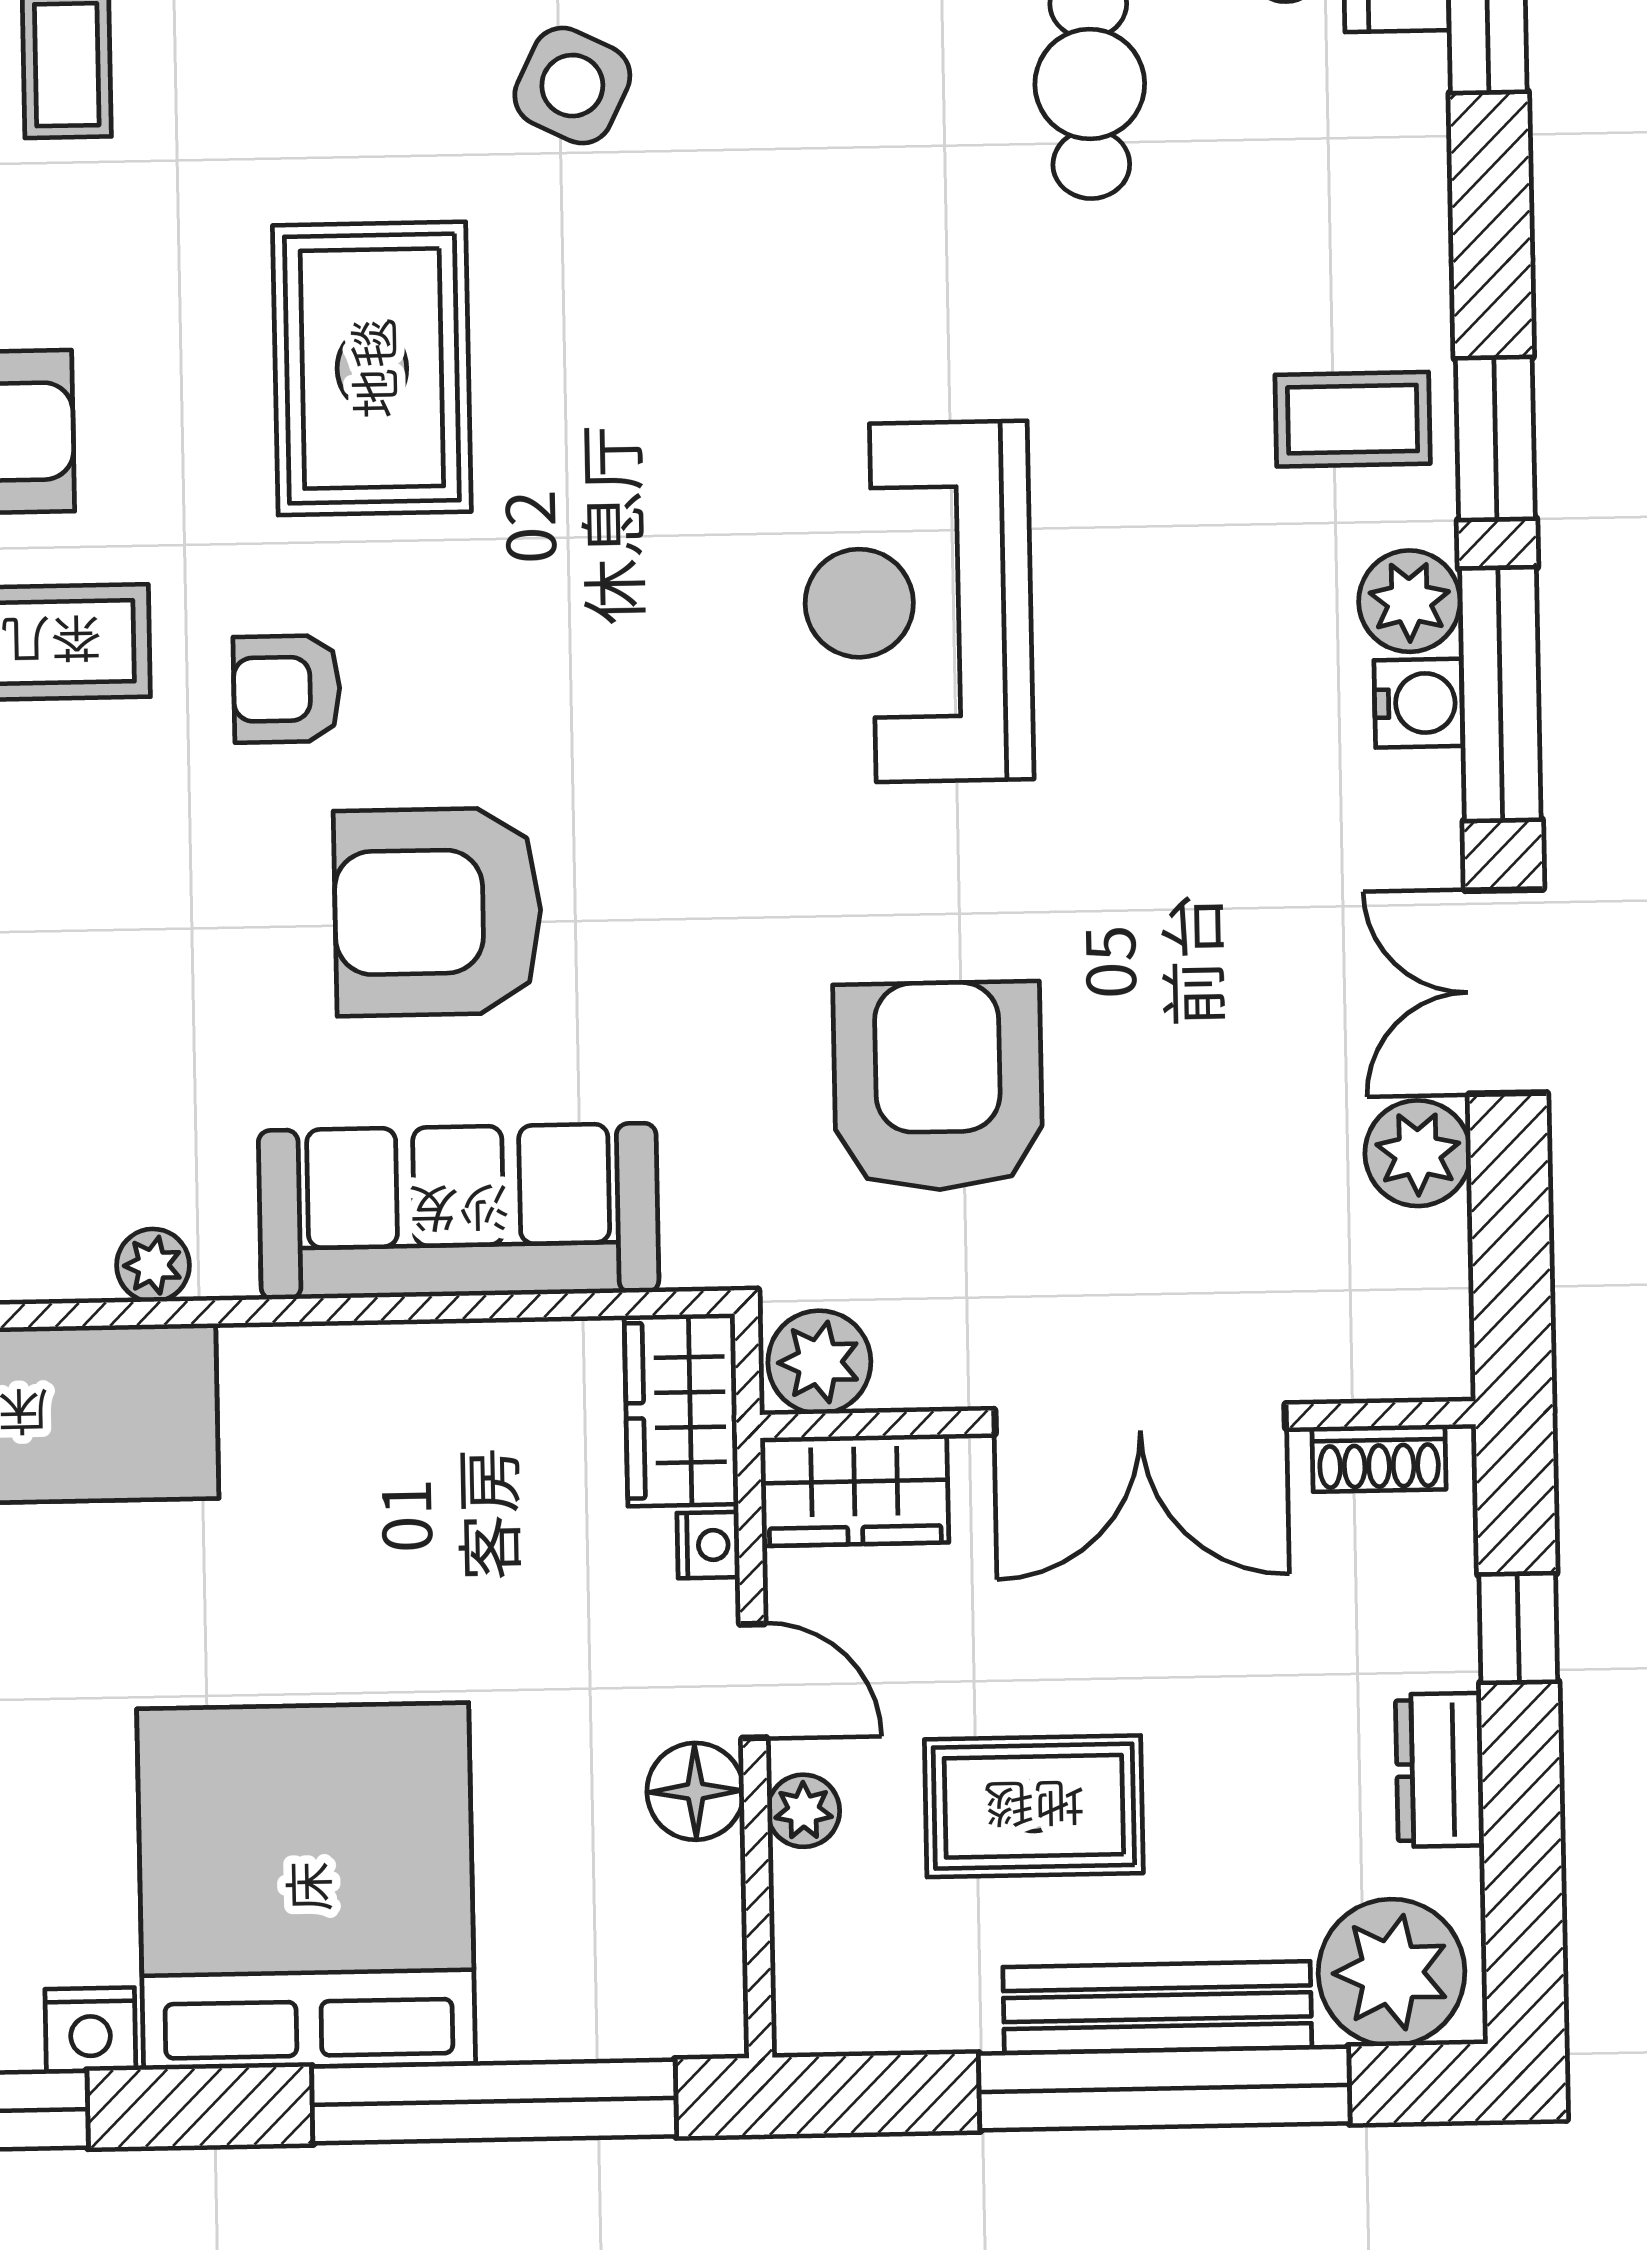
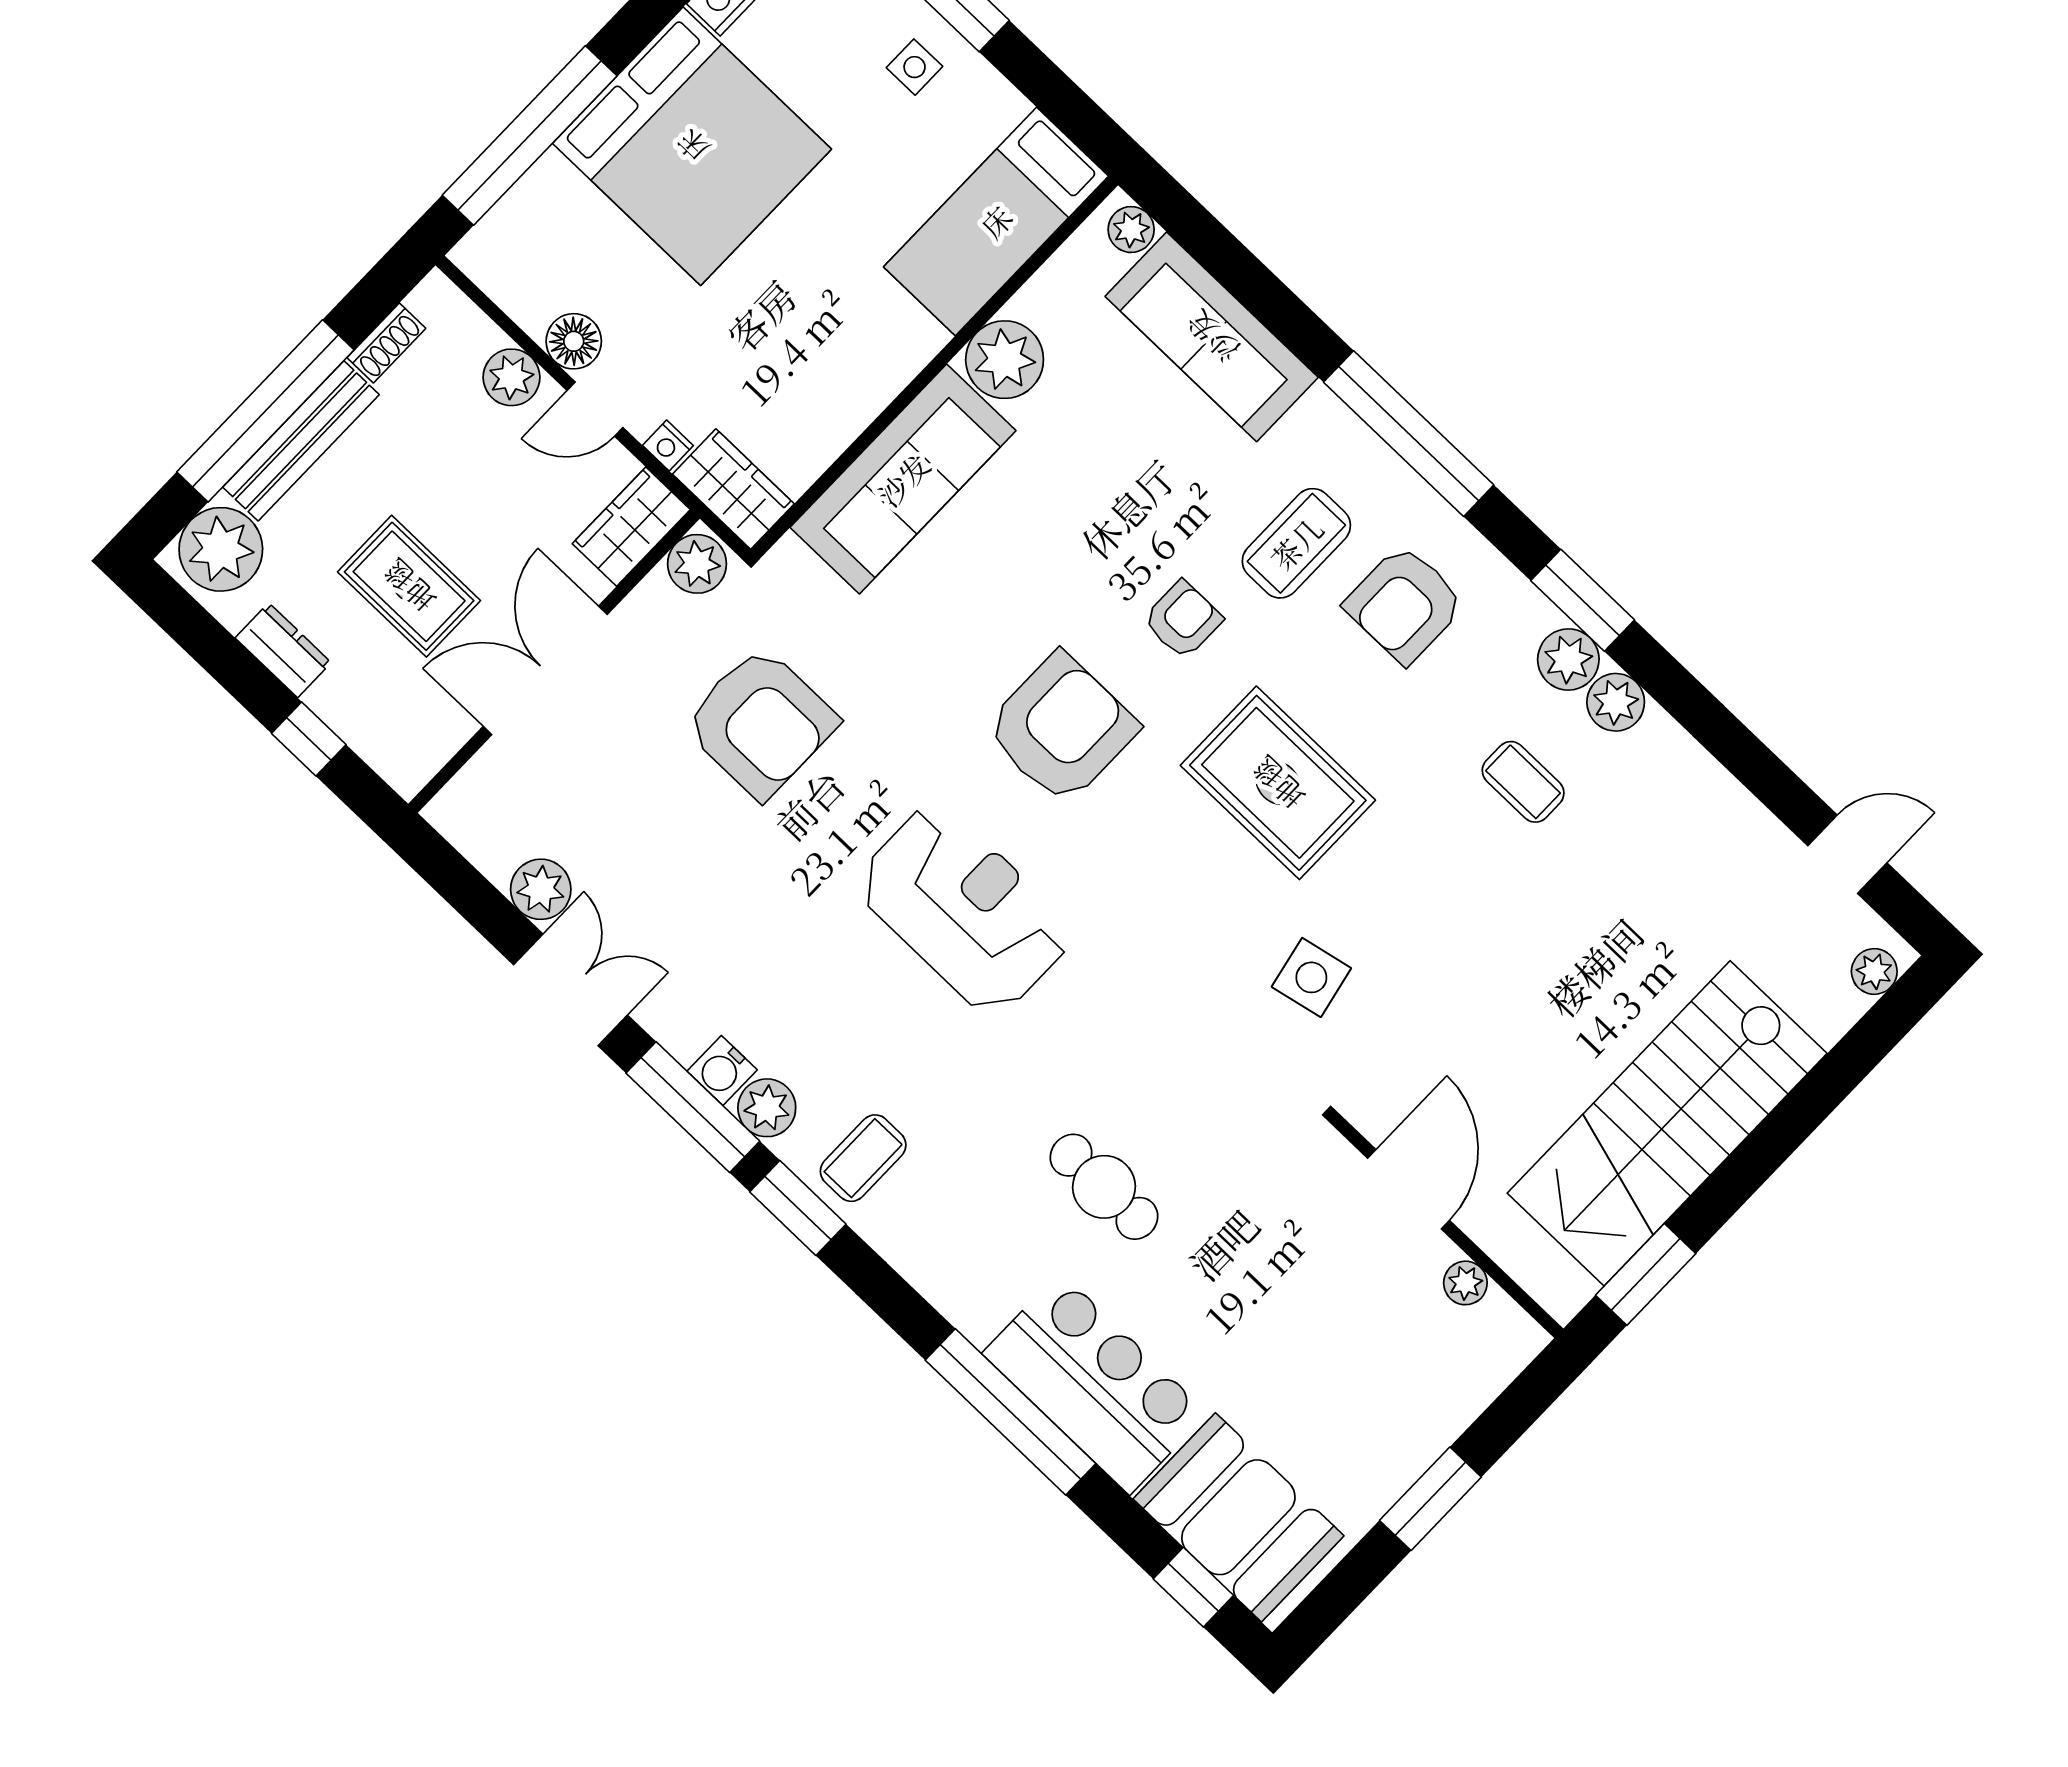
side table: (572, 86) -> (1311, 977), turned -38
armchair: (438, 912) -> (1061, 728), moved
plant: (153, 1265) -> (1005, 360), width x1.88, depth x1.88
shoe rack: (1379, 1458) -> (386, 343), moved, turned 180
rug: (1034, 1806) -> (409, 586), moved, turned 90
plant: (803, 1811) -> (512, 377), width x1.38, depth x1.38

